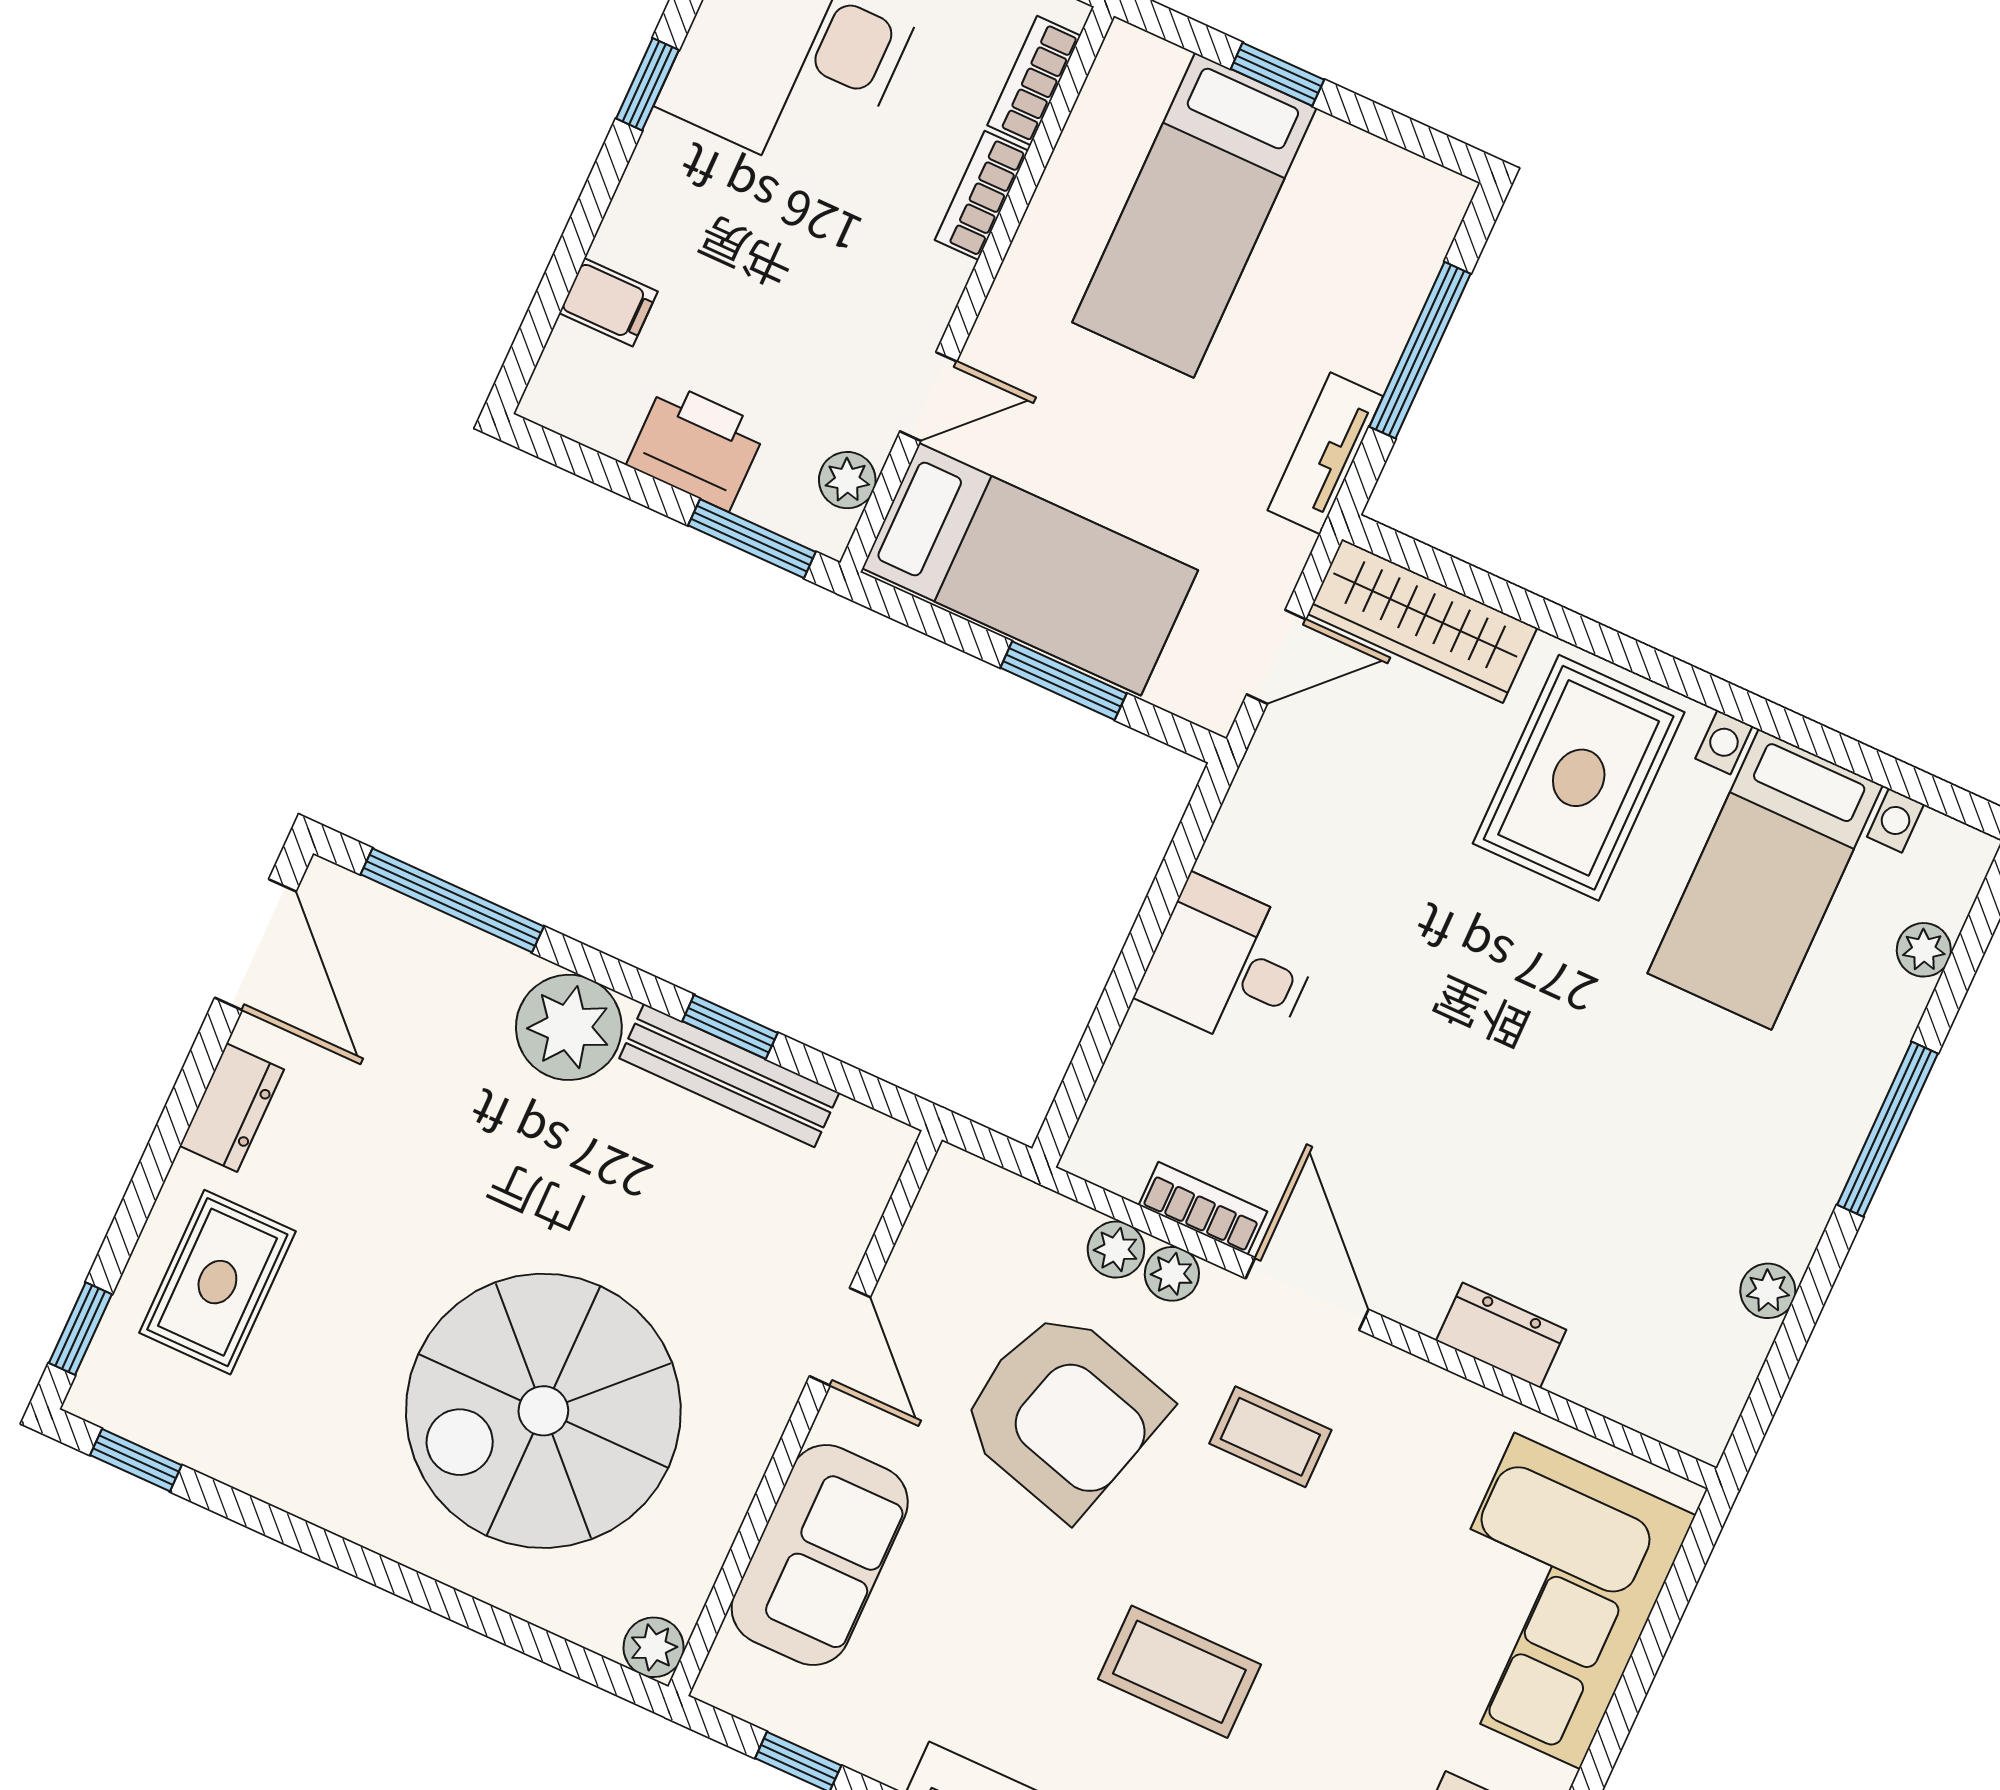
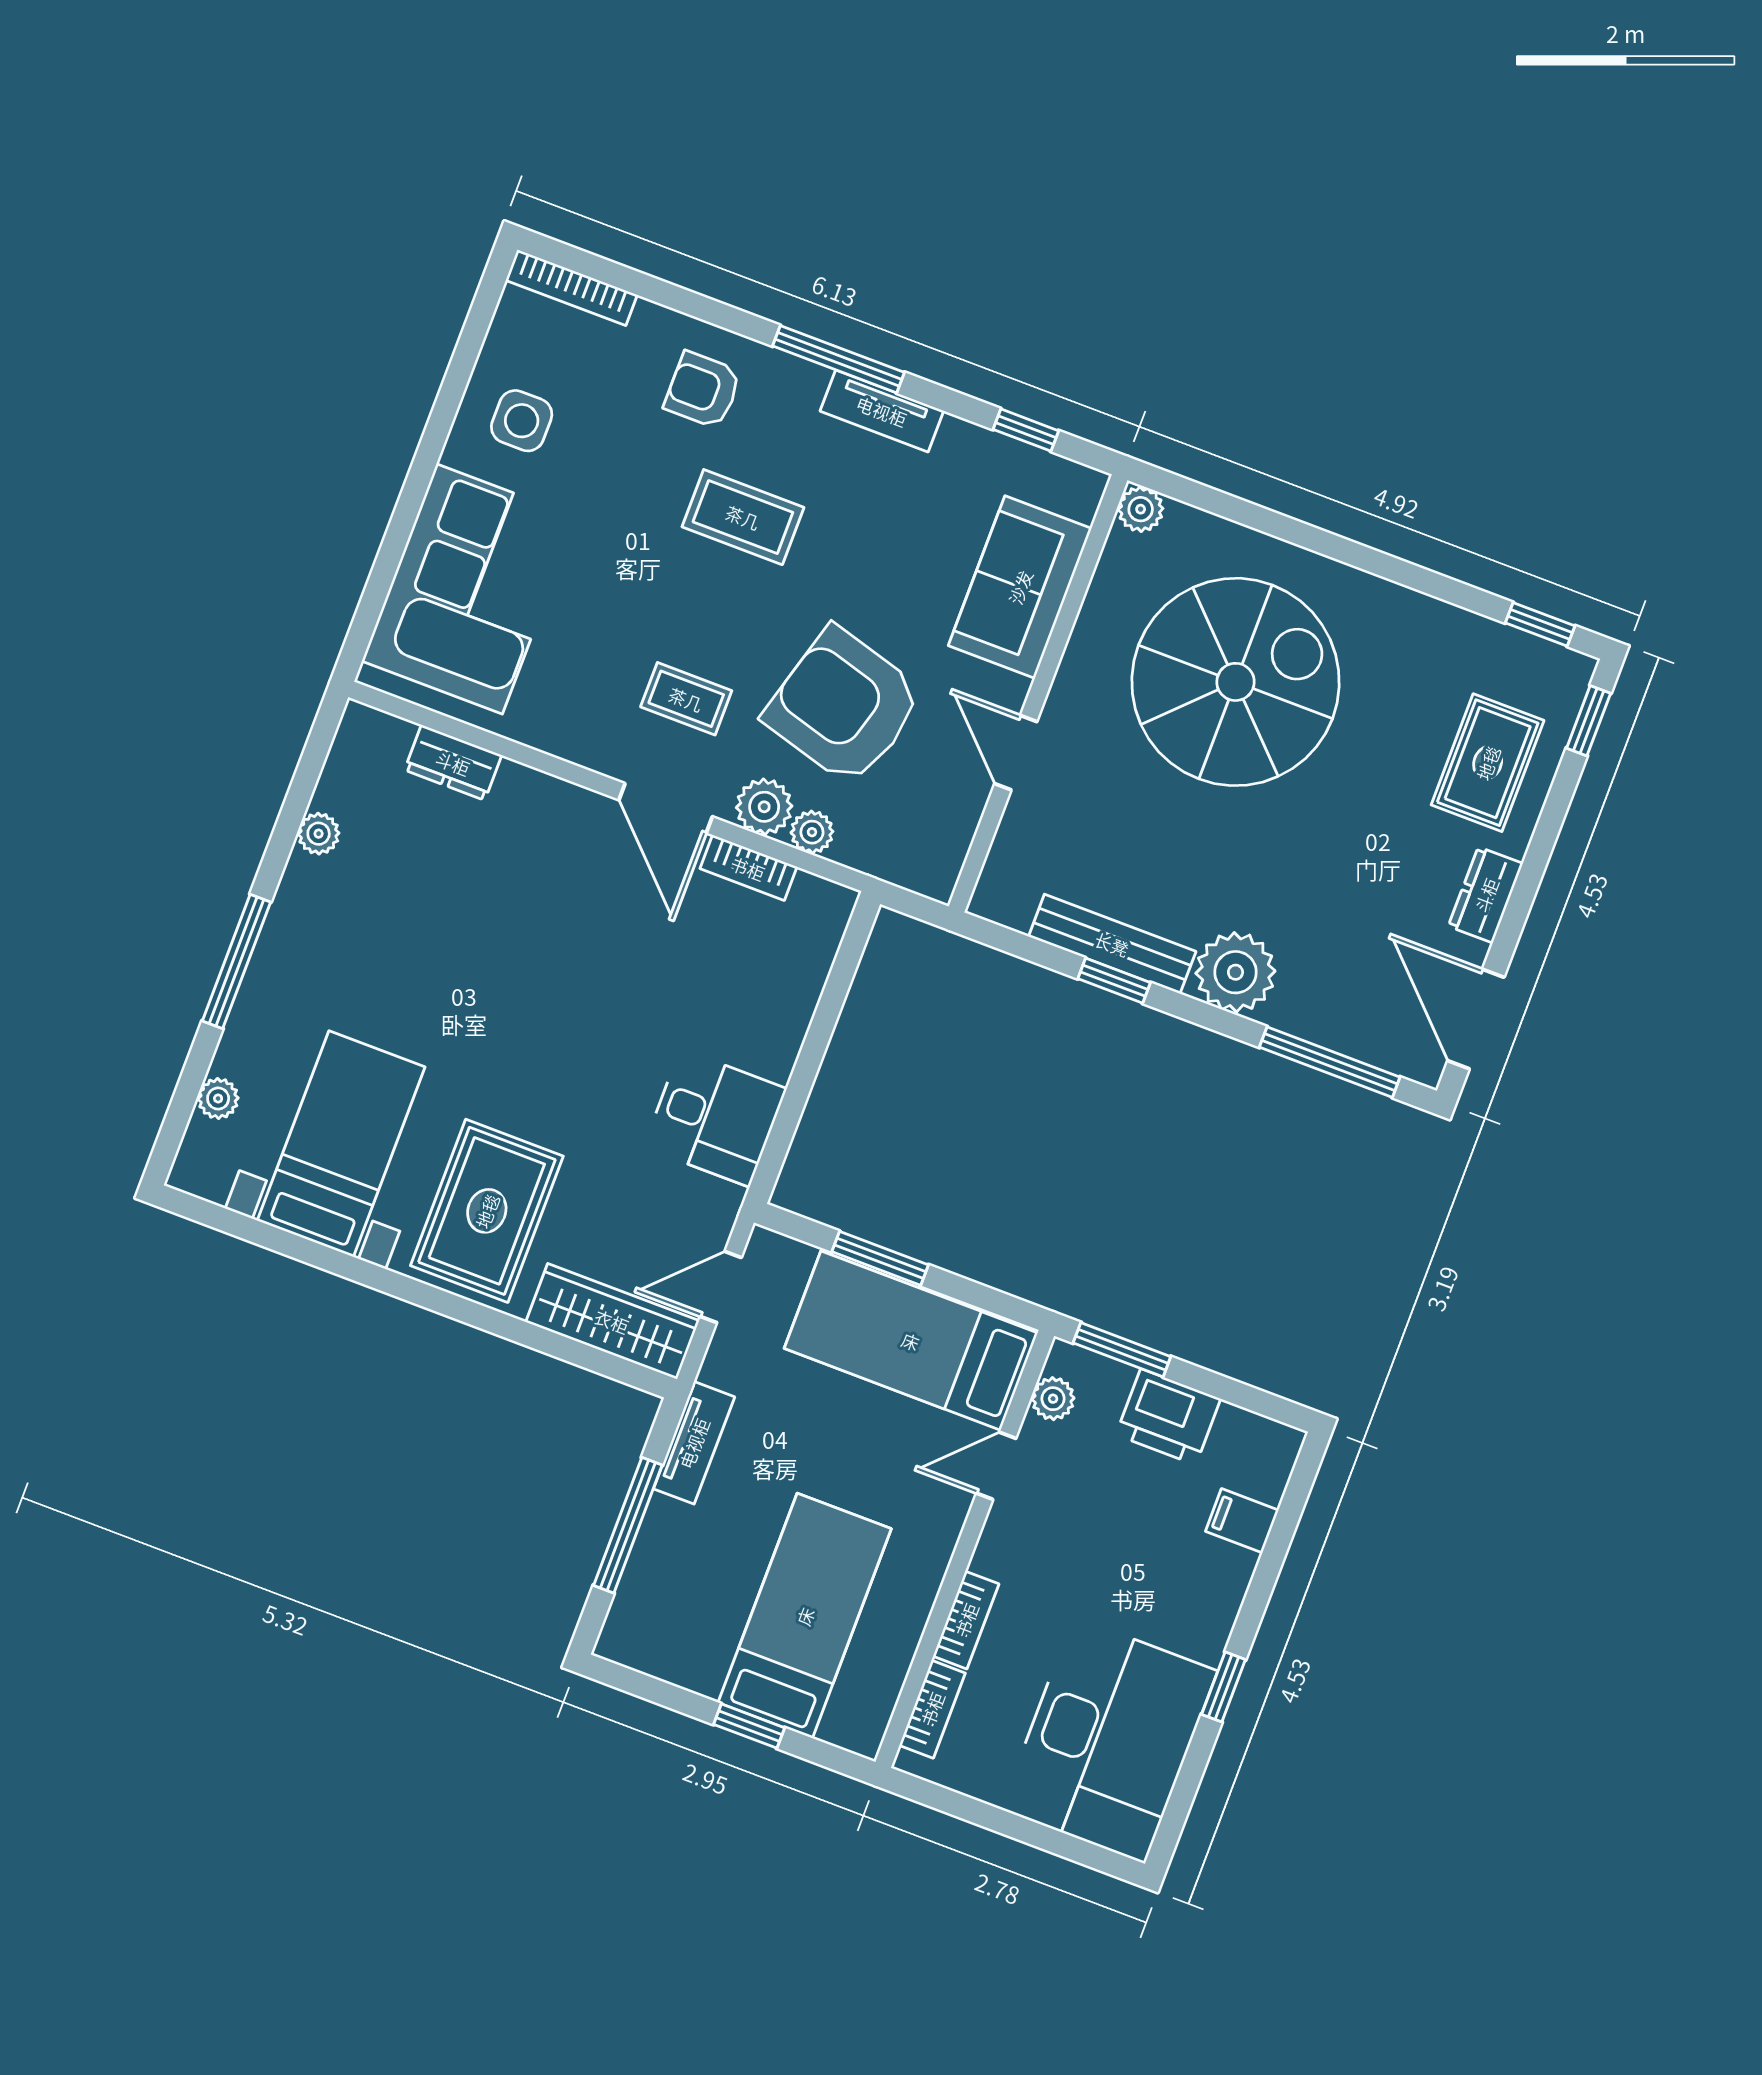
desk: (1230, 966) -> (715, 1118), moved
plant: (1172, 1274) -> (764, 807), width x1.38, depth x1.38
dresser: (1501, 1335) -> (453, 763), moved

